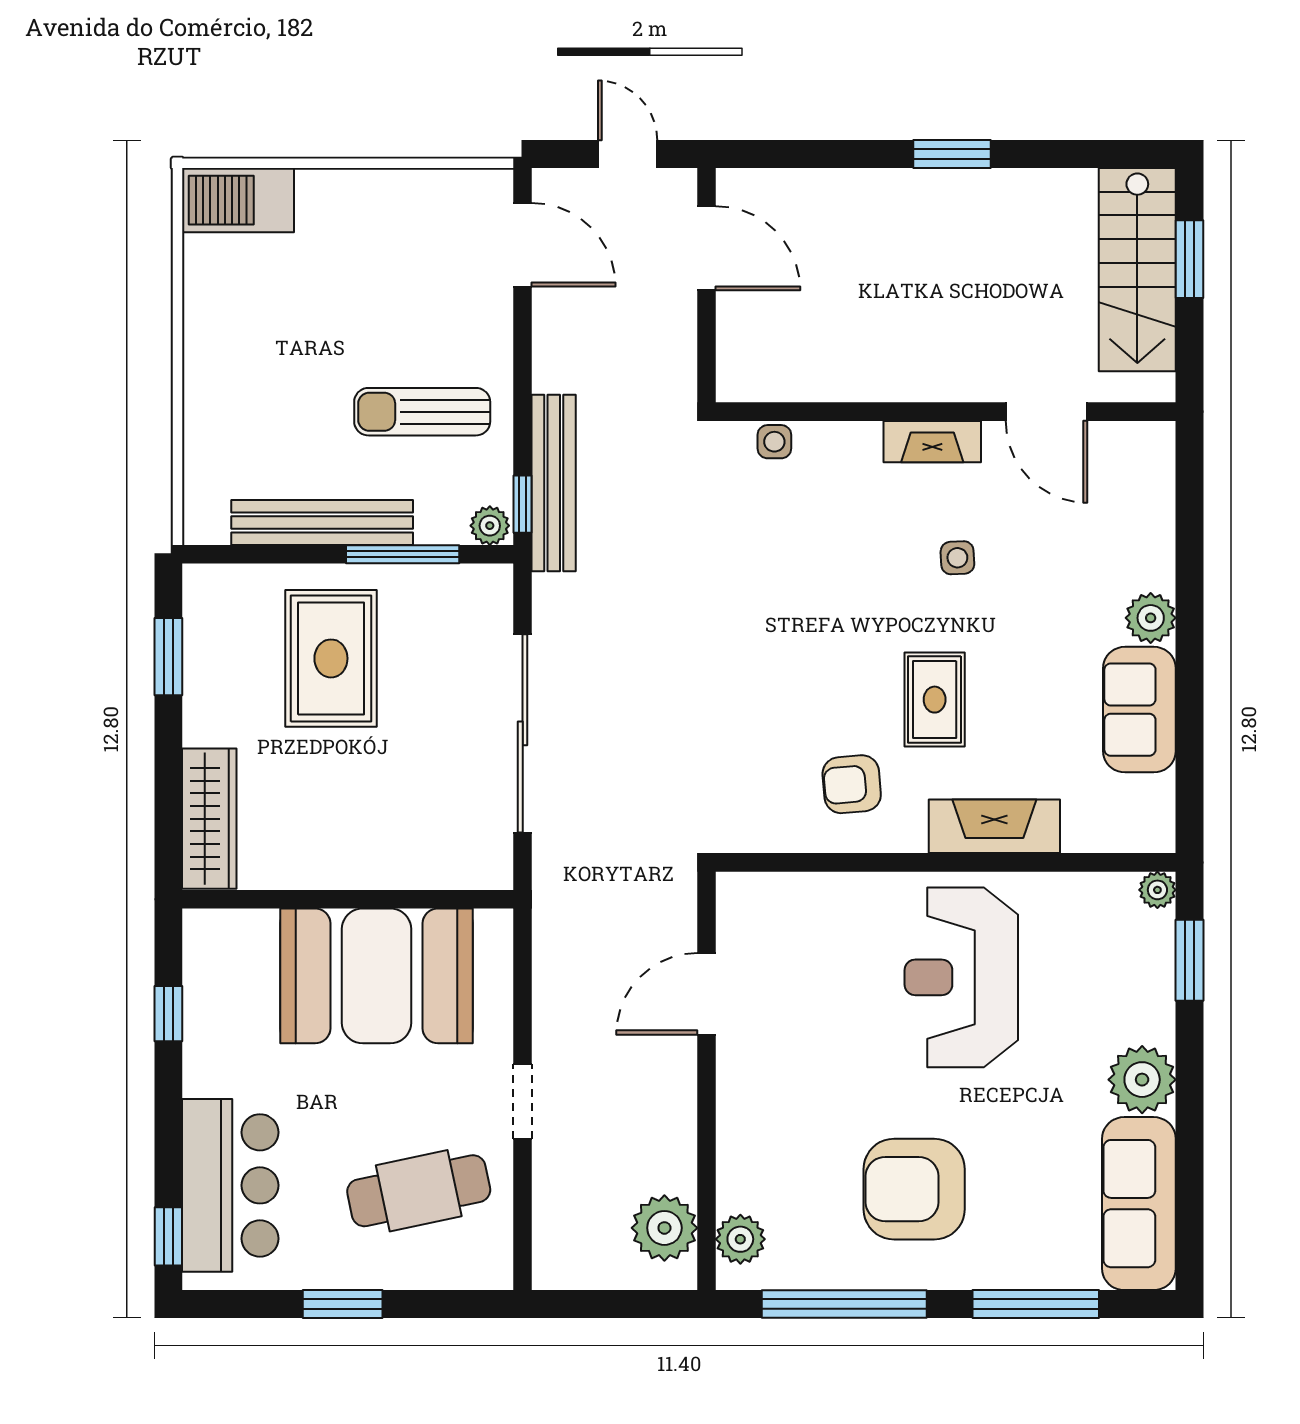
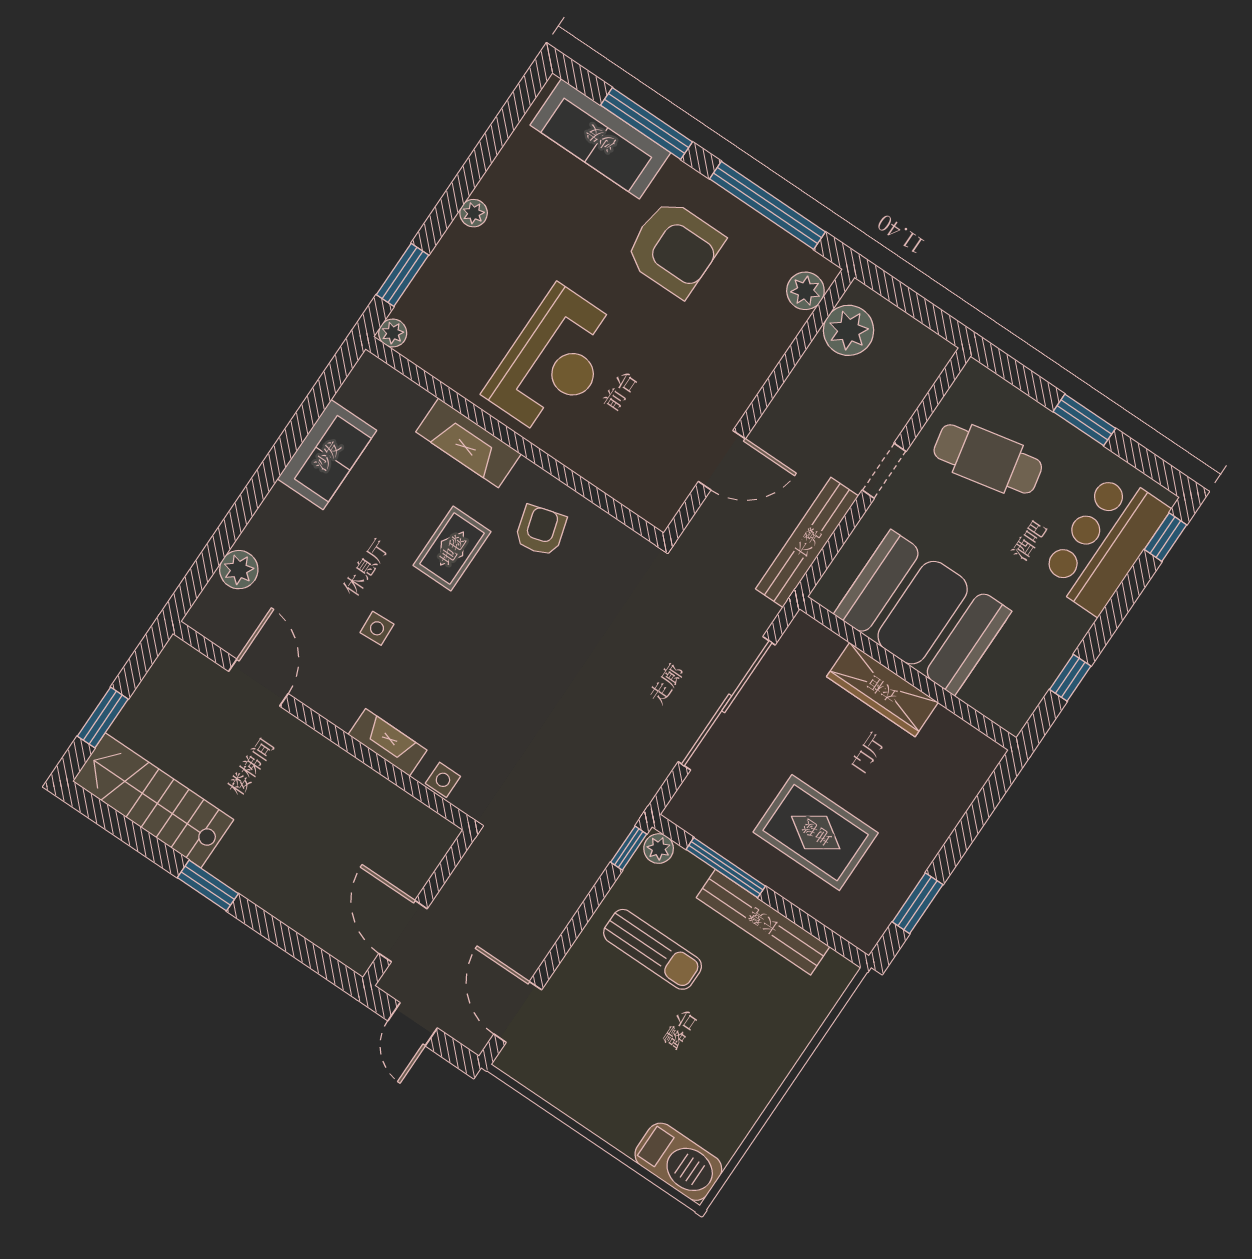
stairs: (1137, 270) -> (153, 800), moved, turned -90
fireplace: (932, 442) -> (387, 742), moved
bench: (554, 483) -> (807, 542), moved
plant: (1151, 618) -> (239, 570), moved
rug: (331, 658) -> (816, 833), turned 90
armchair: (852, 784) -> (541, 531), turned -101
wardrobe: (209, 819) -> (882, 690), moved, turned -90
plant: (1142, 1080) -> (474, 213), width x0.53, depth x0.53
sofa: (1139, 1204) -> (600, 139), moved, turned 90

